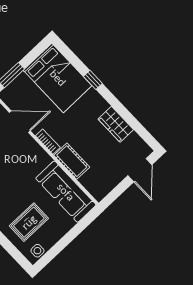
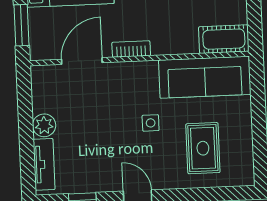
cot: (72, 161) -> (224, 39), moved
side table: (37, 251) -> (151, 123), moved

